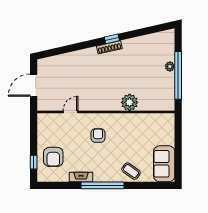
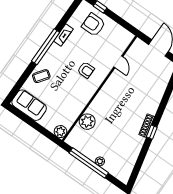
plant: (130, 102) -> (87, 122), moved
plant: (168, 120) -> (60, 132), added

